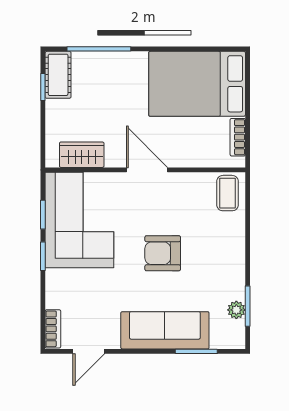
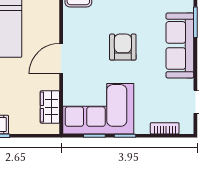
armchair: (163, 253) -> (123, 47), turned 180
bookcase: (53, 329) -> (165, 128), moved

